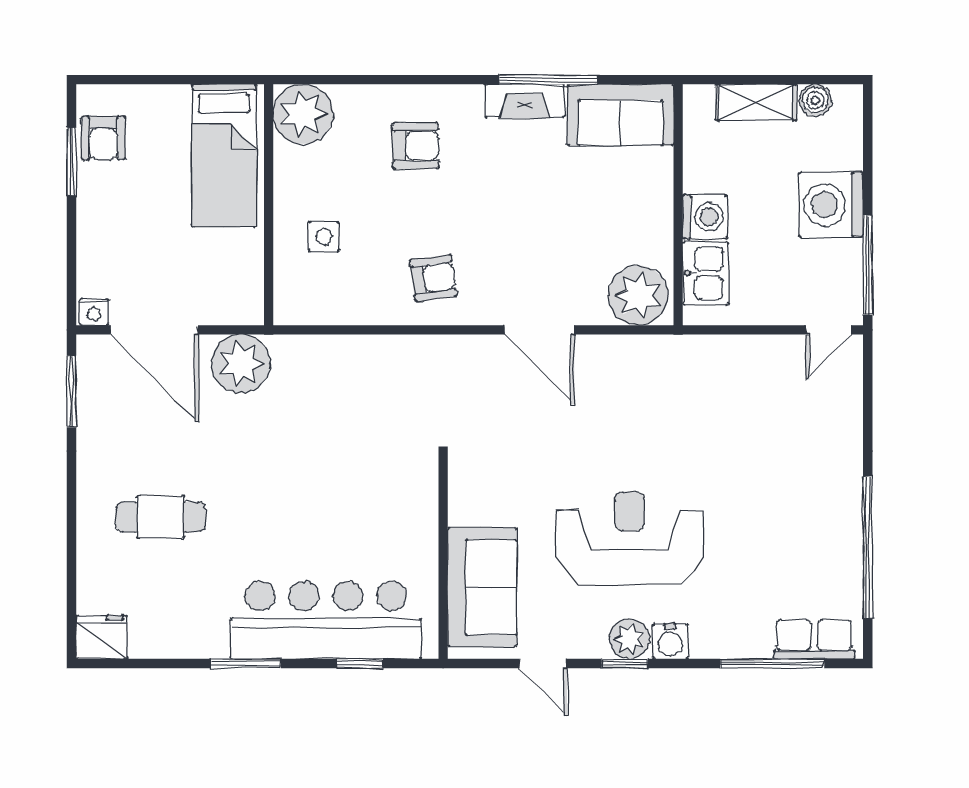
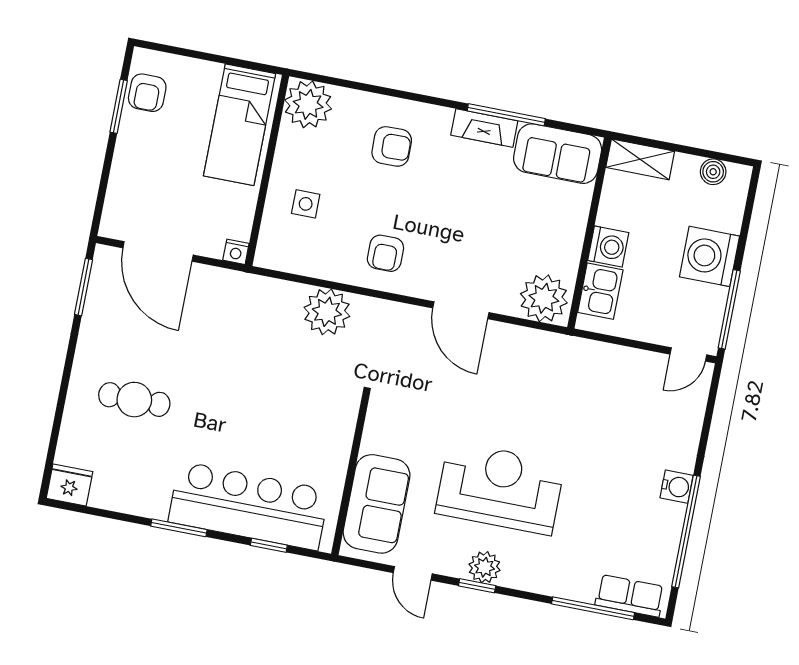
shelving: (756, 102) -> (640, 159), moved
armchair: (433, 278) -> (385, 253), turned 98
nightstand: (94, 312) -> (236, 252), moved
plant: (241, 364) -> (327, 312), moved
water cooler: (670, 641) -> (677, 487), moved, turned -90

